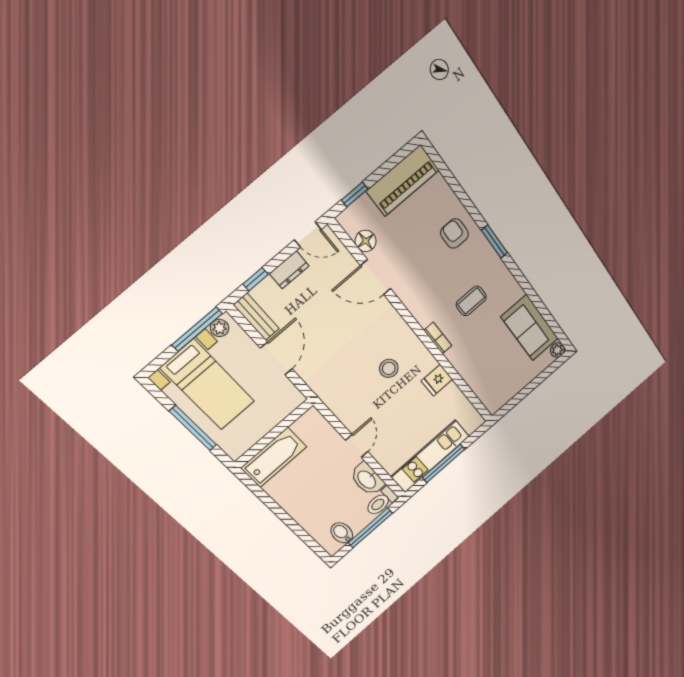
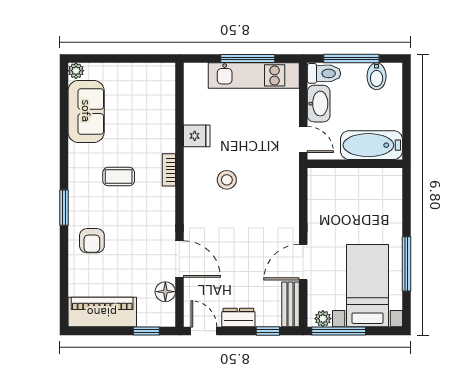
wall: (274, 433) -> (355, 164), moved
door: (357, 446) -> (303, 139), swing flipped
bathtub: (274, 457) -> (371, 145), moved

